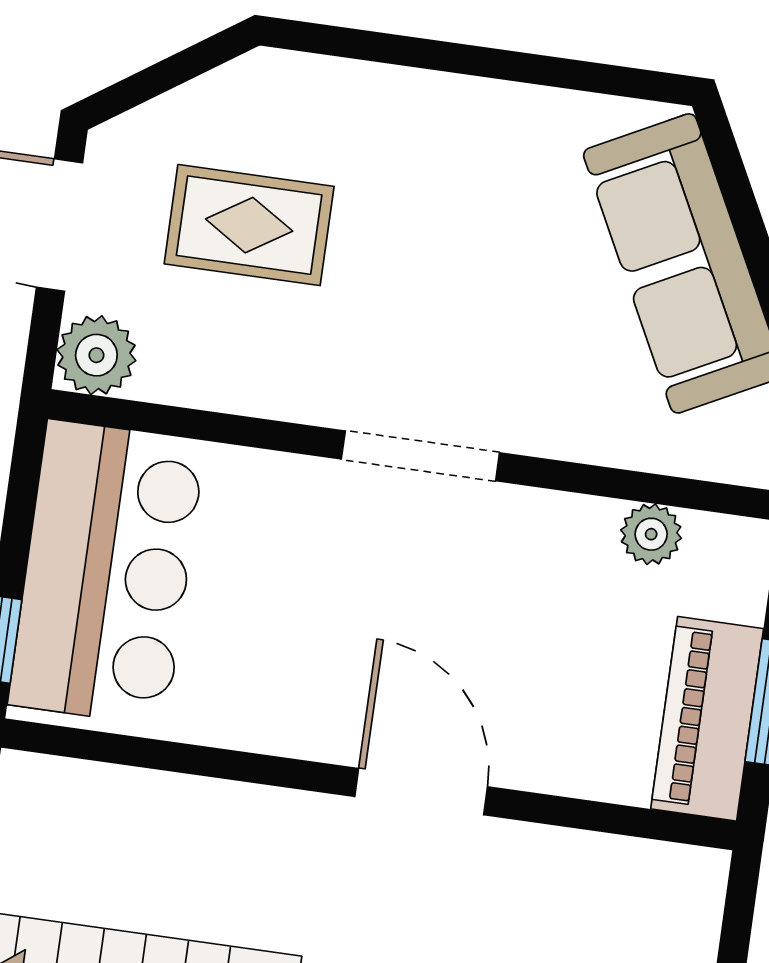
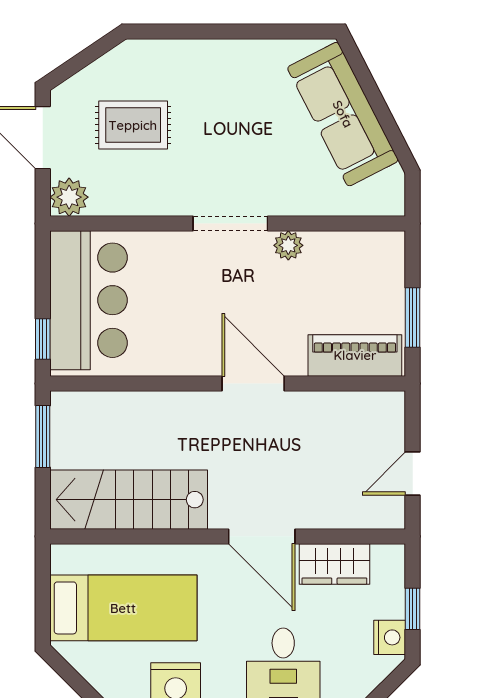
plant: (651, 534) -> (288, 245), moved
piano: (707, 719) -> (355, 355), moved, turned 90

